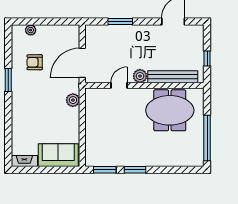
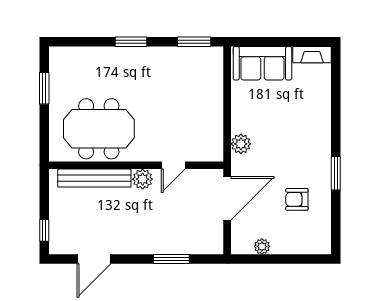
plant: (31, 30) -> (262, 246), moved
window: (207, 58) -> (44, 230), moved
armchair: (35, 62) -> (297, 199), turned 180
window: (207, 138) -> (44, 88), width x0.47
window: (135, 170) -> (131, 42), moved

